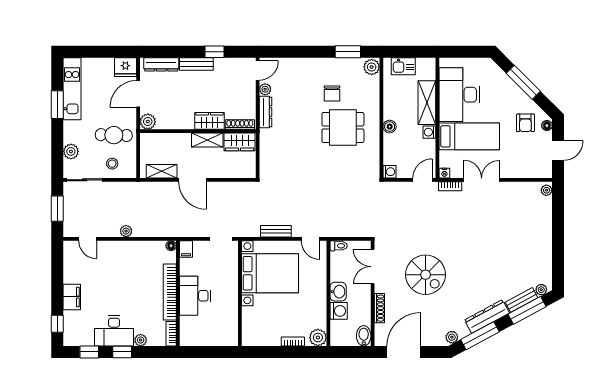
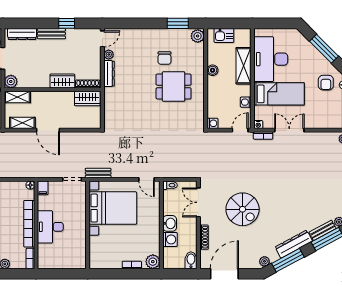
boiler: (390, 127) -> (213, 70), moved
washing machine: (429, 132) -> (246, 102), moved
shelving: (207, 140) -> (17, 97), moved
bench: (276, 231) -> (98, 173), moved

